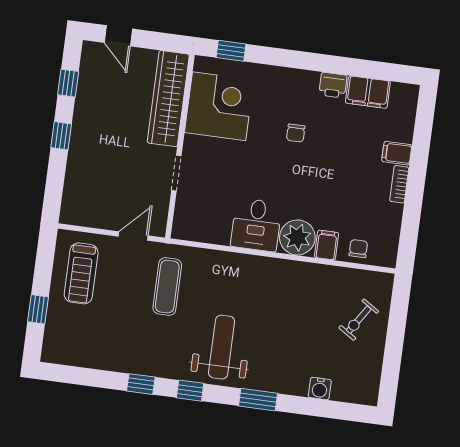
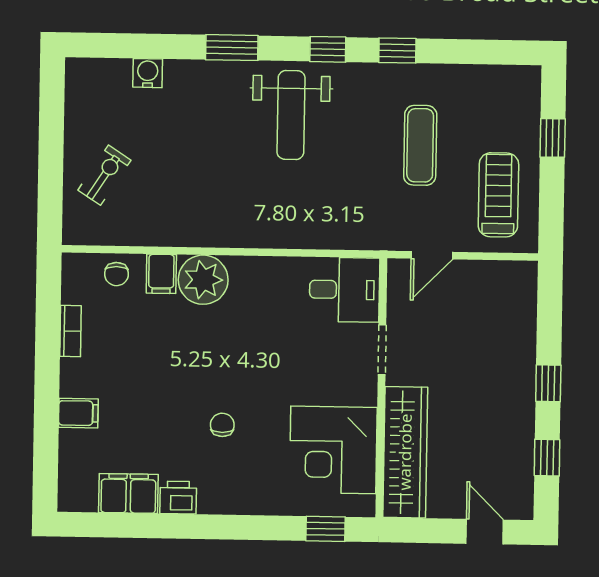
bookcase: (399, 184) -> (71, 331), moved
desk: (256, 225) -> (345, 290), moved, turned 90
exercise mat: (167, 287) -> (420, 145), moved

